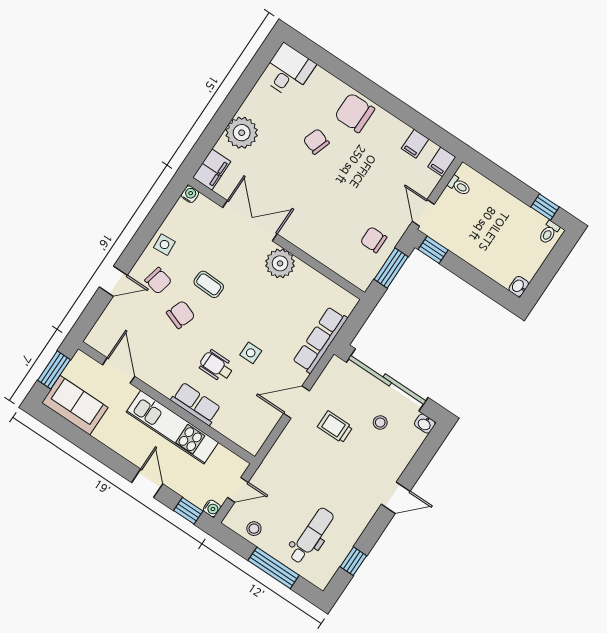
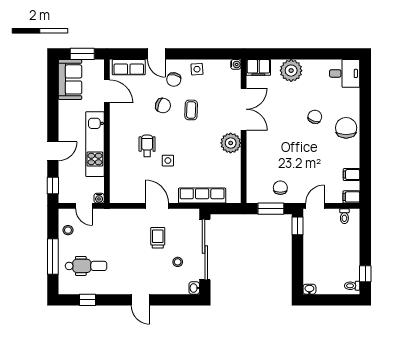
door: (119, 371) -> (107, 91), hinge flipped
row of seats: (196, 404) -> (129, 67), moved, turned 90
water cooler: (212, 508) -> (99, 198), moved

